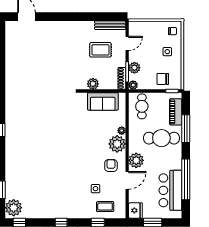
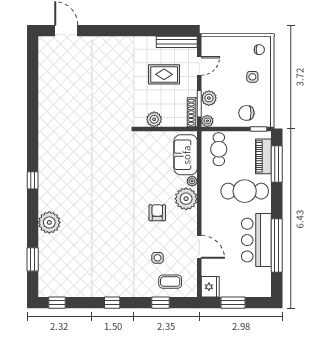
sofa: (103, 101) -> (186, 155), moved, turned 90
window: (186, 129) -> (277, 164), moved
plant: (136, 160) -> (211, 221), removed
armchair: (111, 165) -> (157, 213), moved
door: (127, 180) -> (199, 247), hinge flipped
bar counter: (170, 190) -> (256, 240), moved
plant: (14, 208) -> (49, 222), moved

